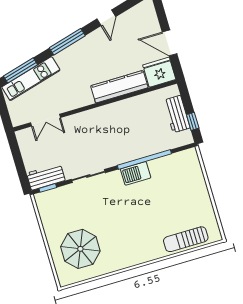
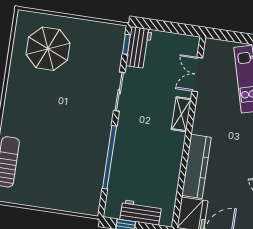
shelving: (83, 118) -> (181, 114), added
barbecue: (136, 173) -> (99, 142), removed

